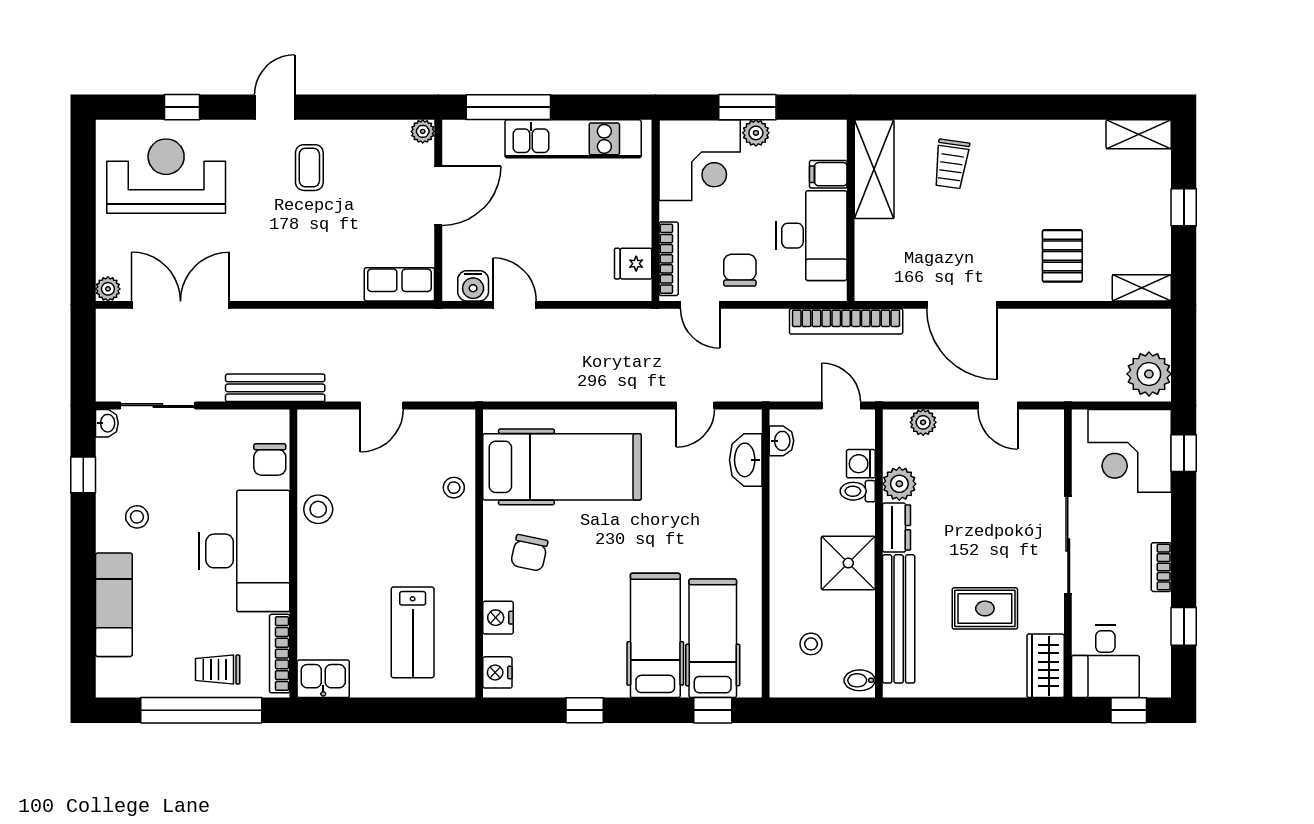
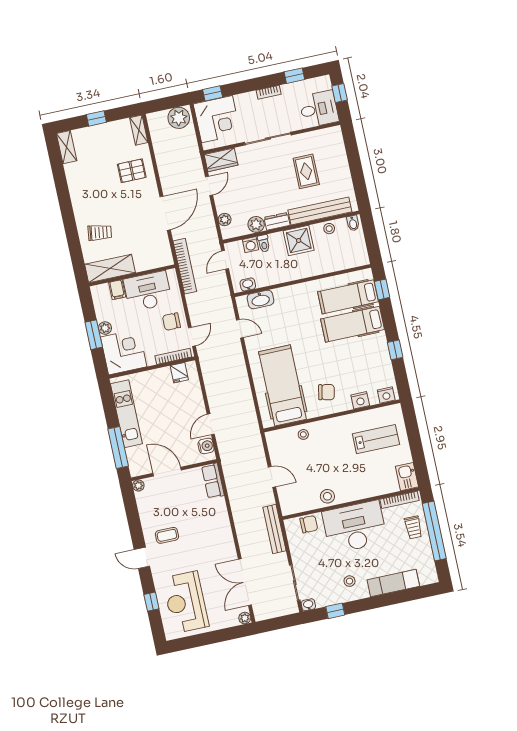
stool: (811, 644) -> (329, 229), moved
wardrobe: (1046, 666) -> (221, 160), moved

